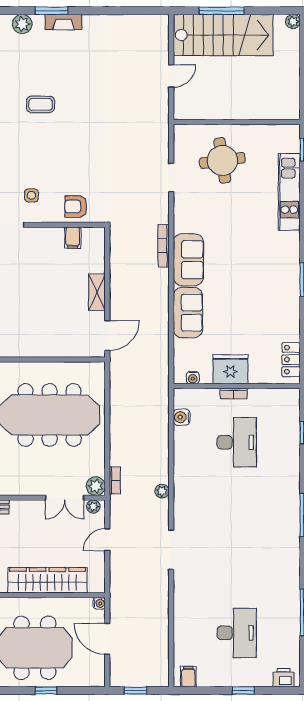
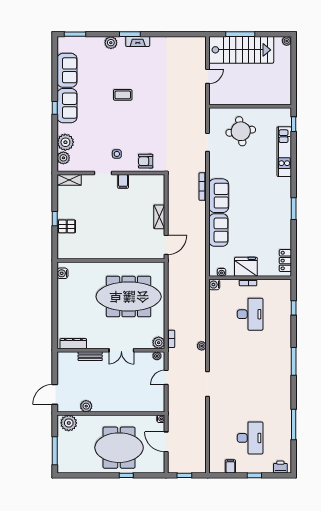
filing cabinet: (73, 238) -> (123, 181), moved
water cooler: (182, 417) -> (214, 285), moved
double door: (65, 498) -> (121, 350), moved
wardrobe: (47, 580) -> (127, 404), removed
filing cabinet: (188, 677) -> (230, 466), moved

